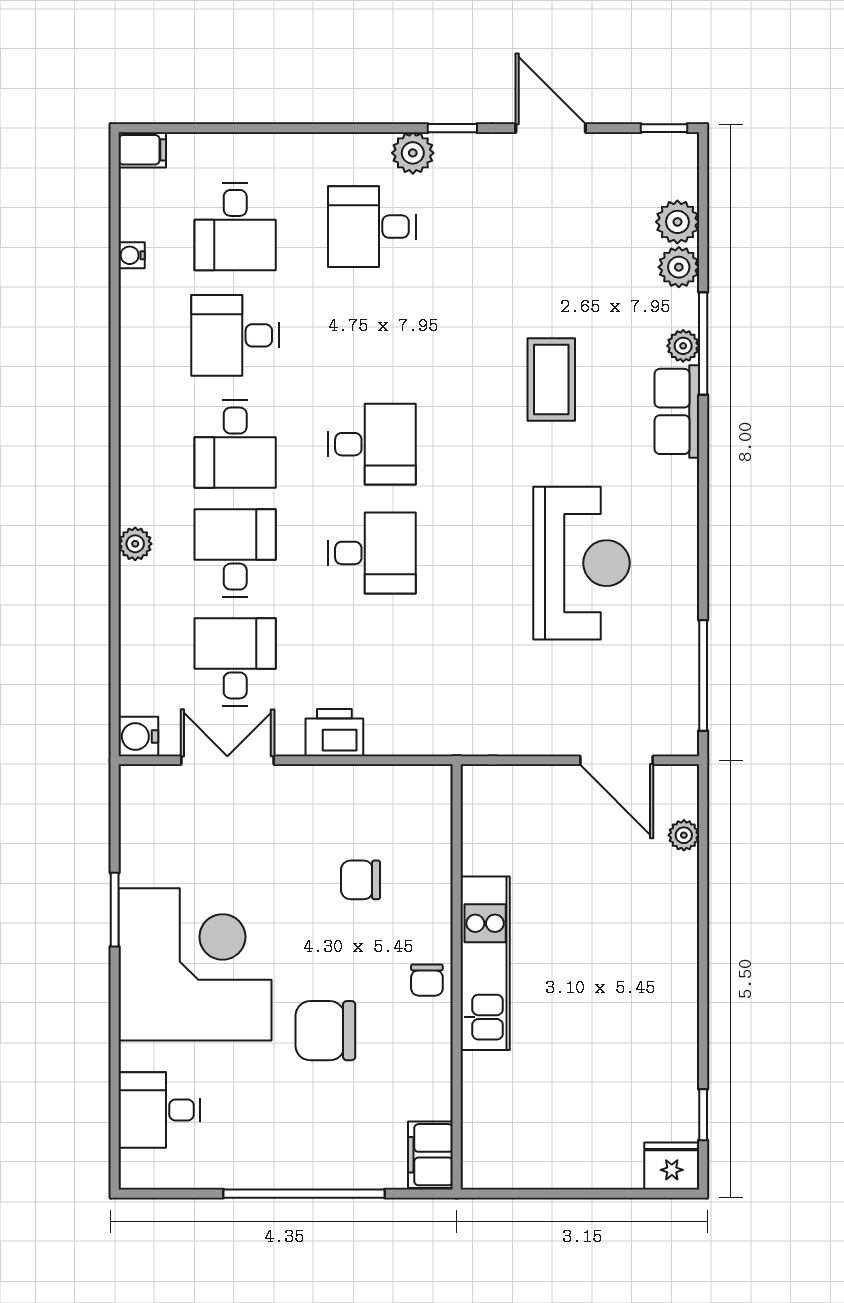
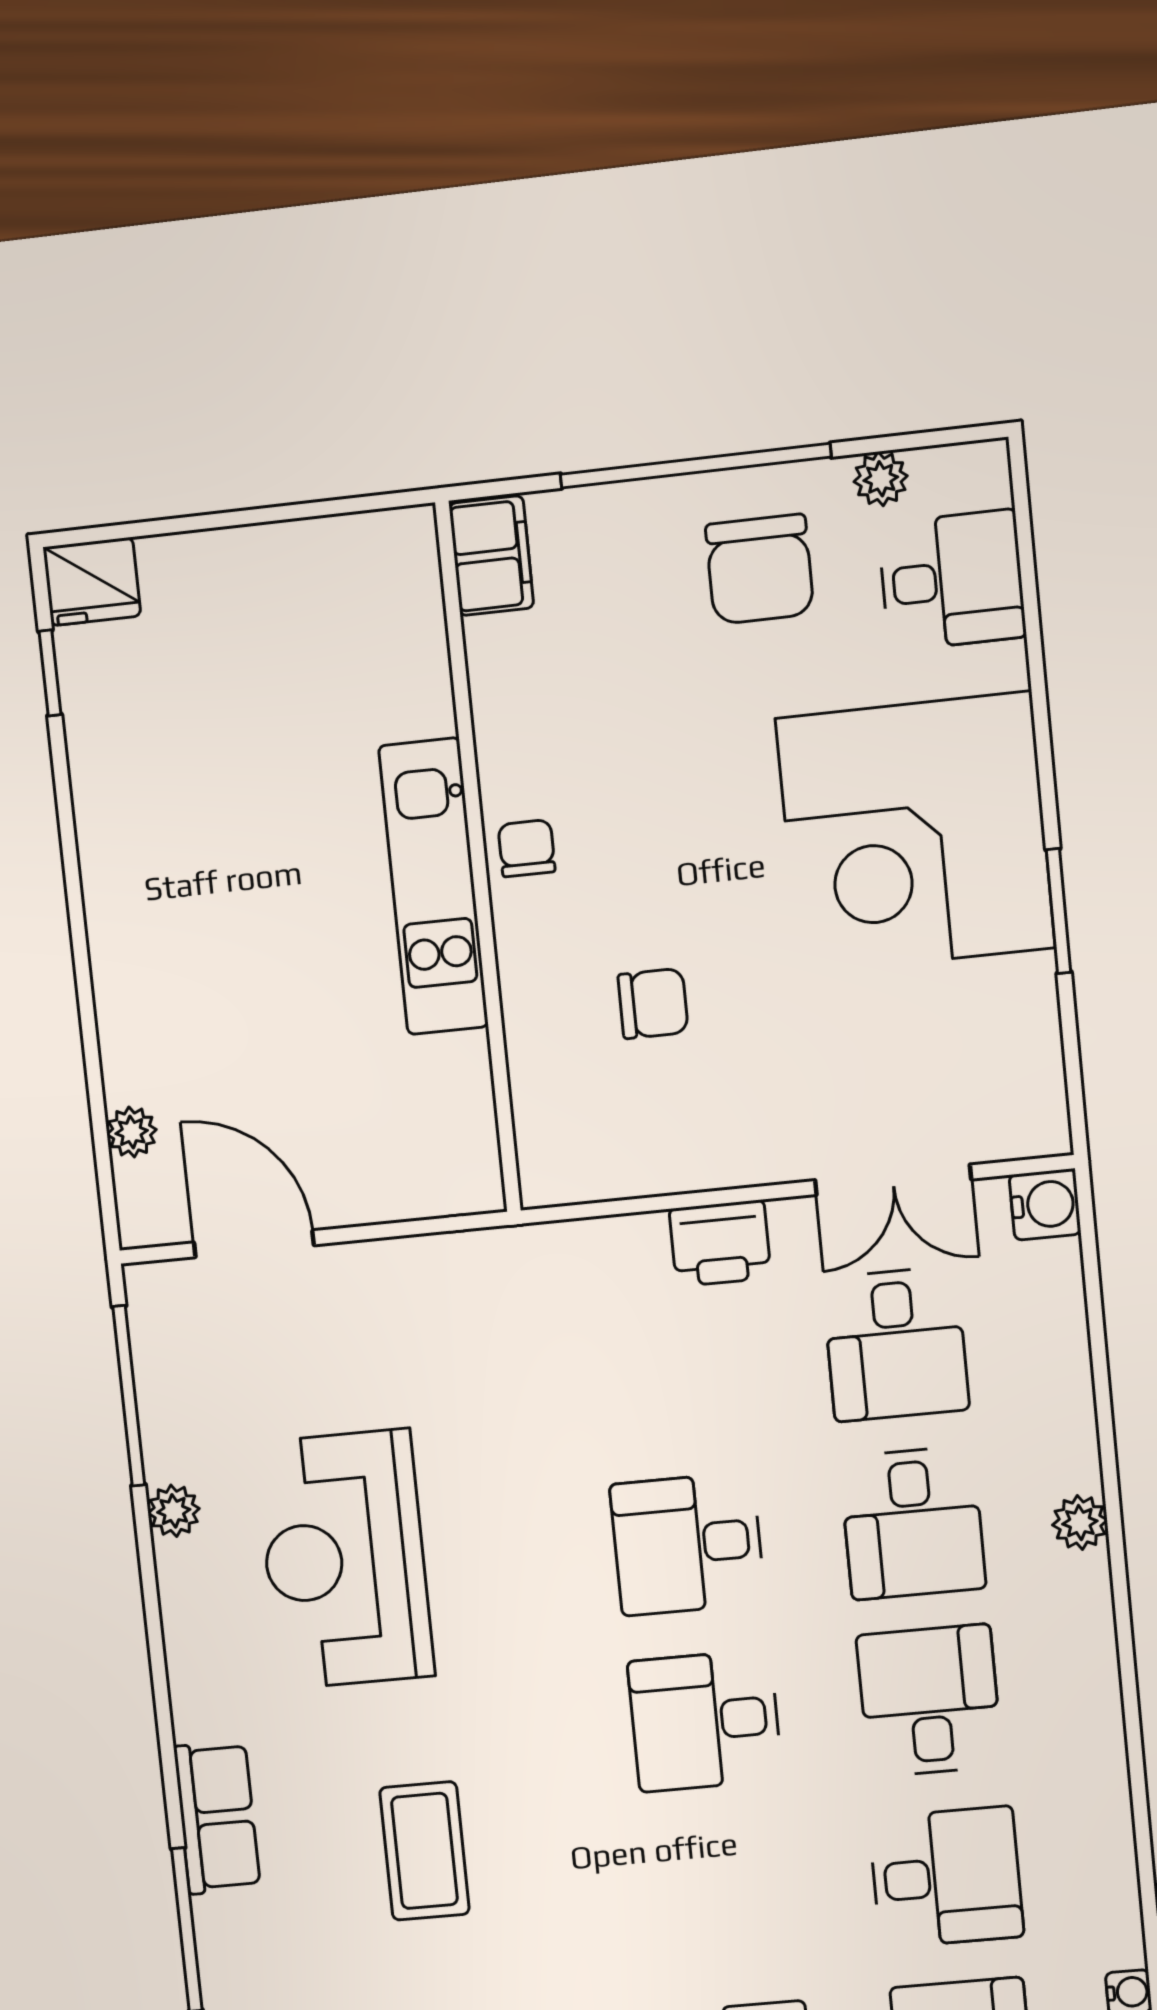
plant: (683, 346) -> (174, 1511), moved
chair: (325, 1031) -> (760, 569), moved, turned 90
plant: (196, 1174) -> (881, 479), added

